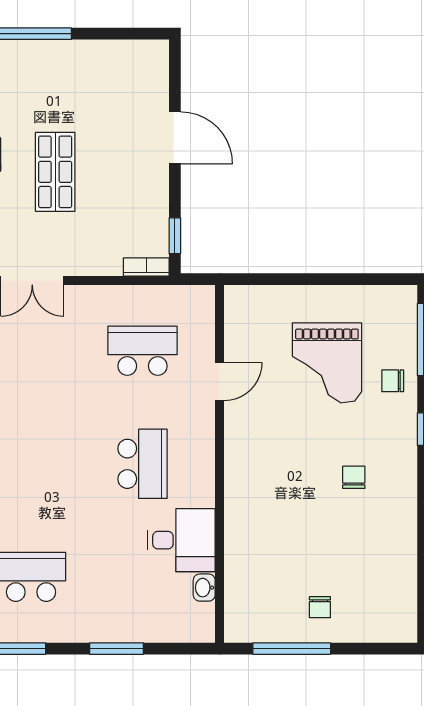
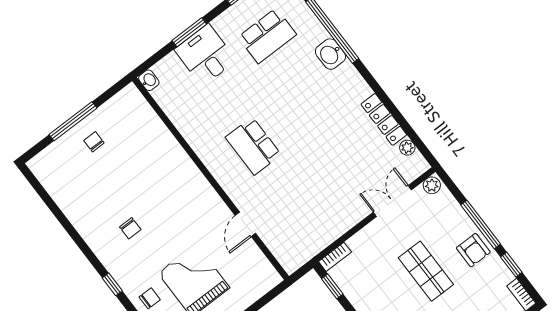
school desk: (143, 351) -> (301, 209), removed
desk: (181, 540) -> (205, 55), moved, turned 90
washbasin: (204, 588) -> (149, 80), moved
window: (292, 649) -> (73, 121), moved

